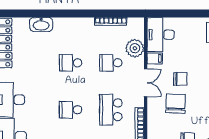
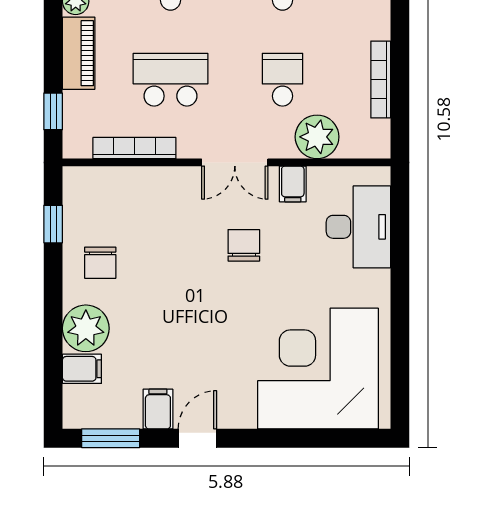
desk: (161, 35) -> (358, 227), moved, turned 90
chair: (180, 79) -> (244, 245), turned 180
chair: (176, 103) -> (185, 234), removed

